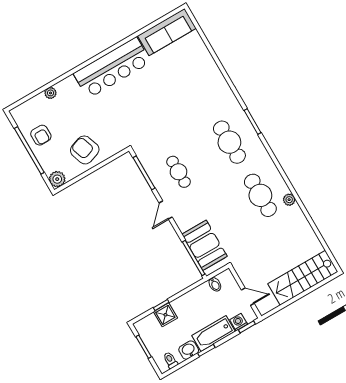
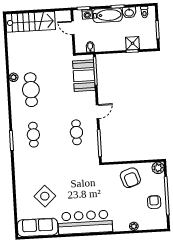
side table: (177, 74) -> (45, 196), added
cafe table: (229, 142) -> (33, 135), width x0.73, depth x0.74

